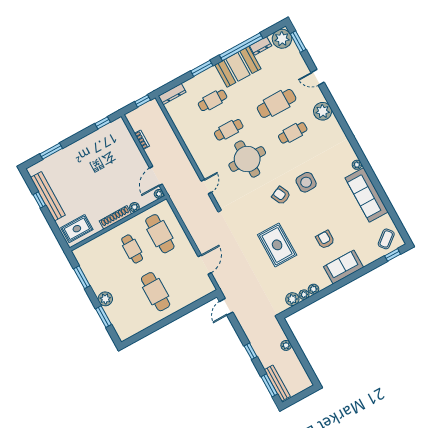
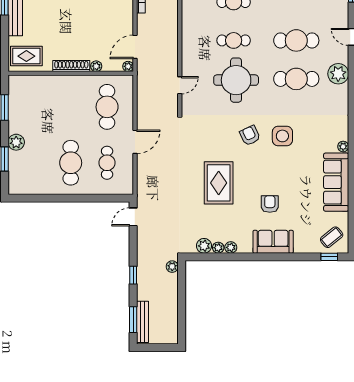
cafe table: (293, 133) -> (296, 79), width x1.37, depth x1.35
cafe table: (132, 249) -> (107, 163), moved
door: (205, 265) -> (135, 142), moved
plant: (286, 345) -> (172, 267), moved

